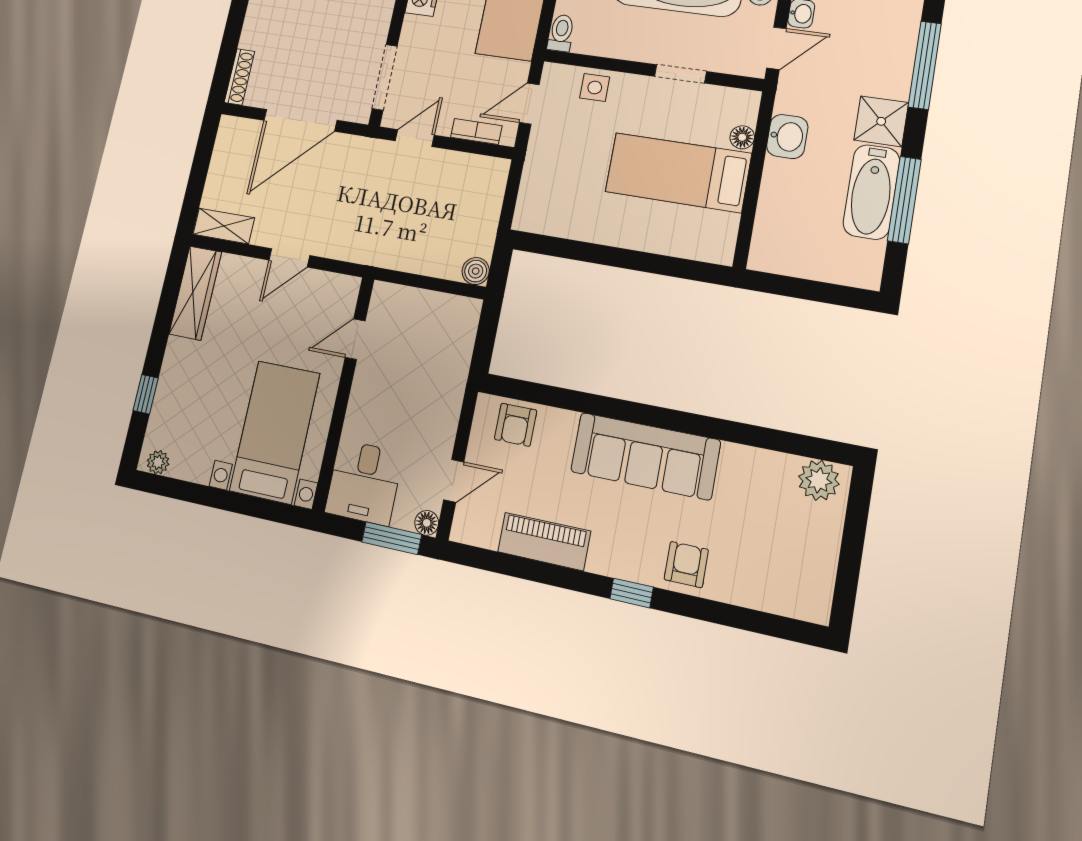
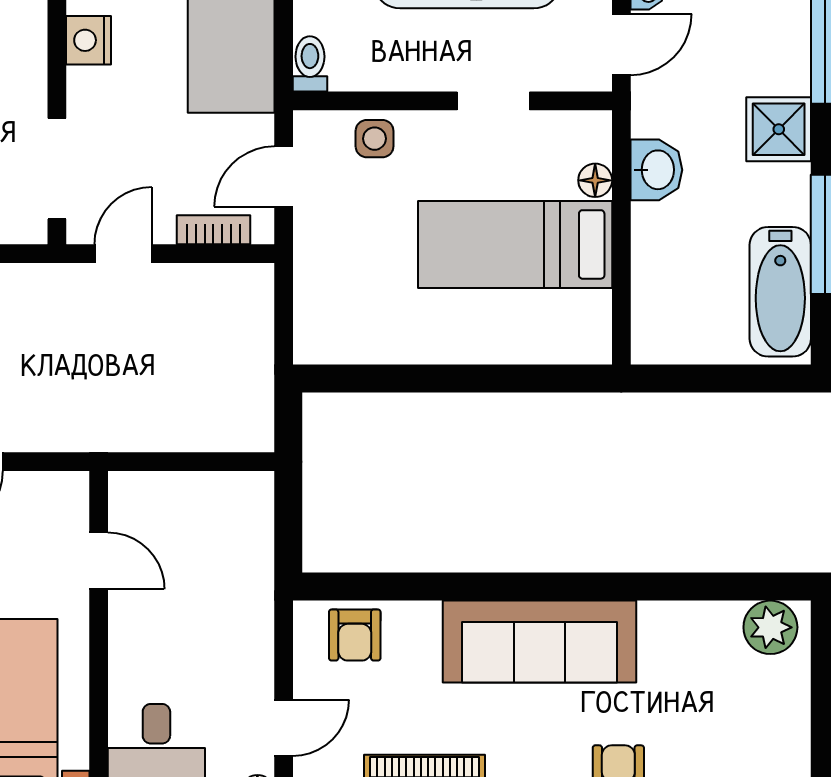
bathtub: (871, 192) -> (780, 292), moved
boiler: (476, 271) -> (255, 433), removed
door: (355, 339) -> (99, 561), swing flipped

